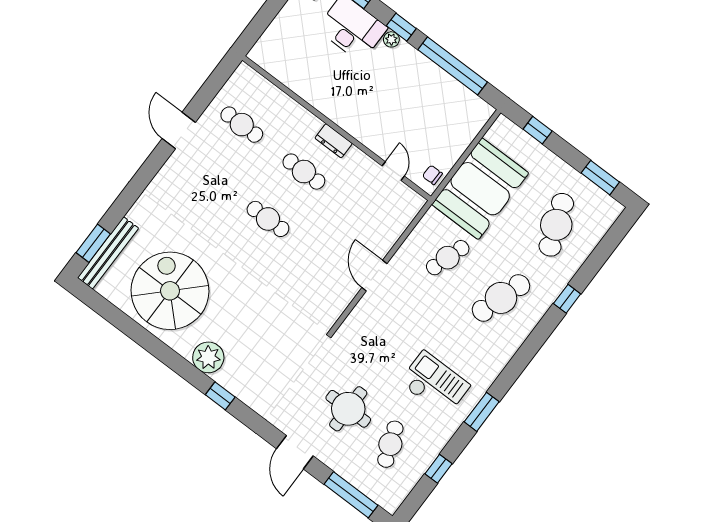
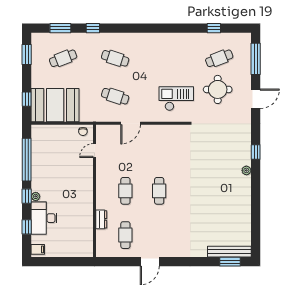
dresser: (334, 141) -> (101, 219), moved
booth: (480, 189) -> (55, 105), moved
cafe table: (556, 225) -> (63, 58), width x0.73, depth x0.74
door: (374, 276) -> (131, 123), moved
spiral stairs: (170, 291) -> (225, 211), removed
cafe table: (501, 298) -> (115, 58), width x0.73, depth x0.74
plant: (208, 357) -> (246, 170), width x0.53, depth x0.53
checkout: (435, 384) -> (176, 99), moved, turned 90
window: (482, 412) -> (60, 28), moved

